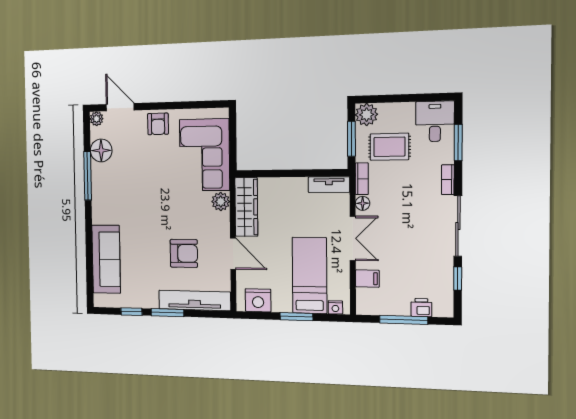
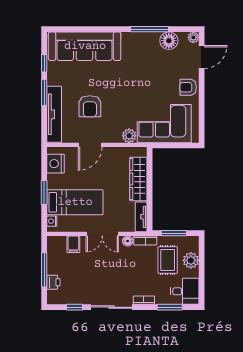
plant: (367, 115) -> (191, 260), moved
wardrobe: (246, 207) -> (138, 179), moved, turned 90
sofa: (106, 259) -> (85, 46), width x1.36, depth x1.27

